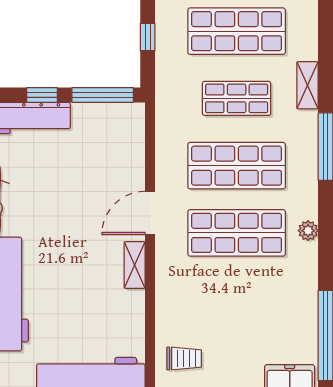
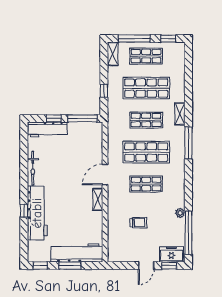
plant: (308, 231) -> (180, 213), moved
shop shelf: (237, 233) -> (146, 184), width x0.70, depth x0.74
trolley: (184, 359) -> (138, 223), moved

